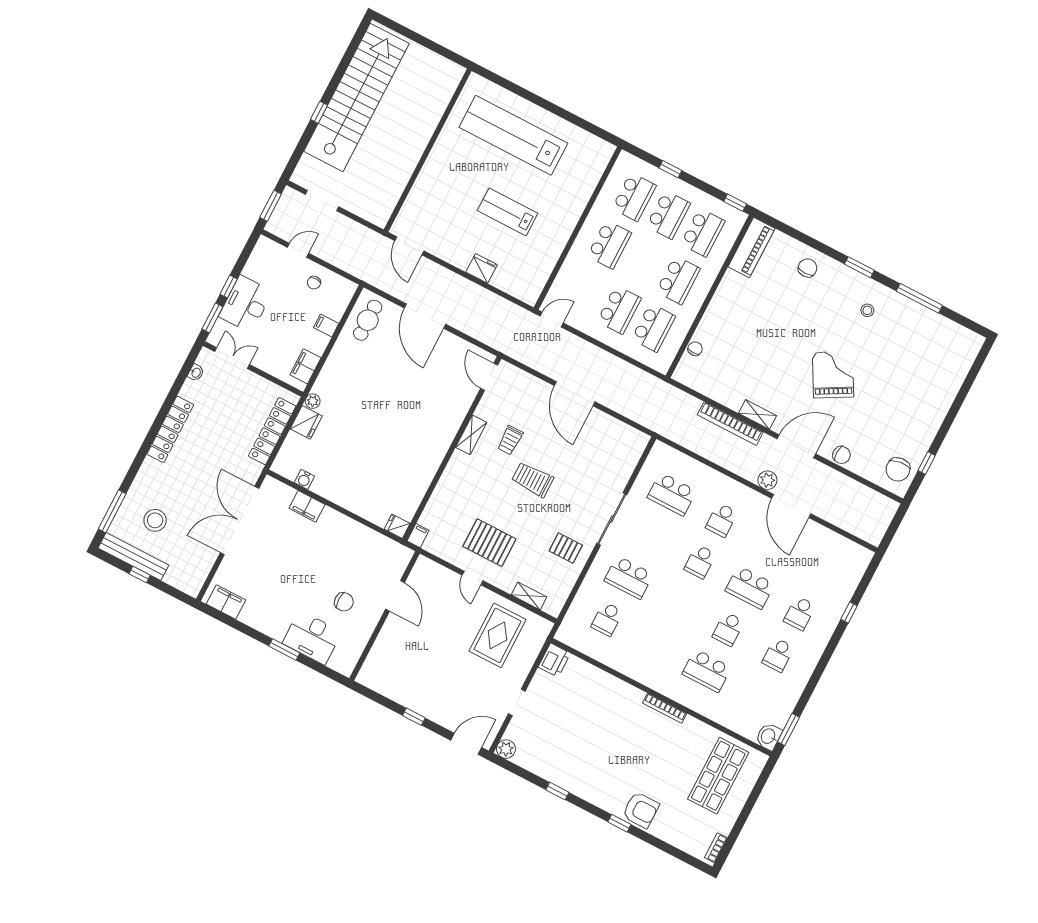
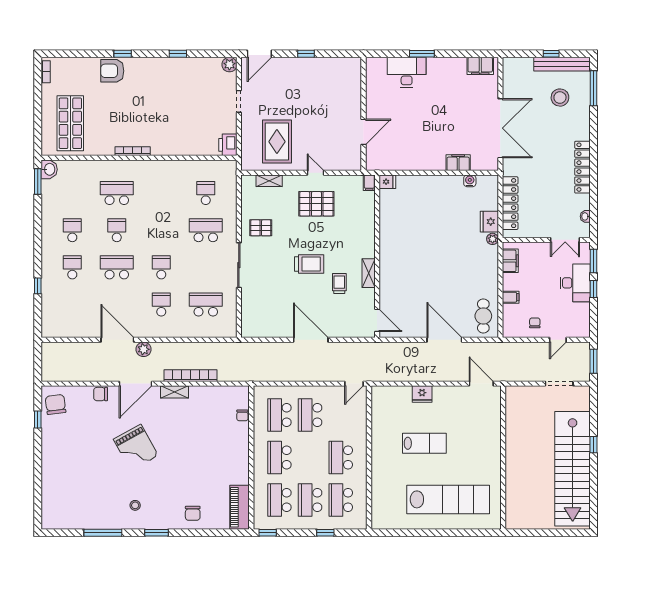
door: (395, 596) -> (363, 132), swing flipped
chair: (344, 602) -> (397, 109), removed

